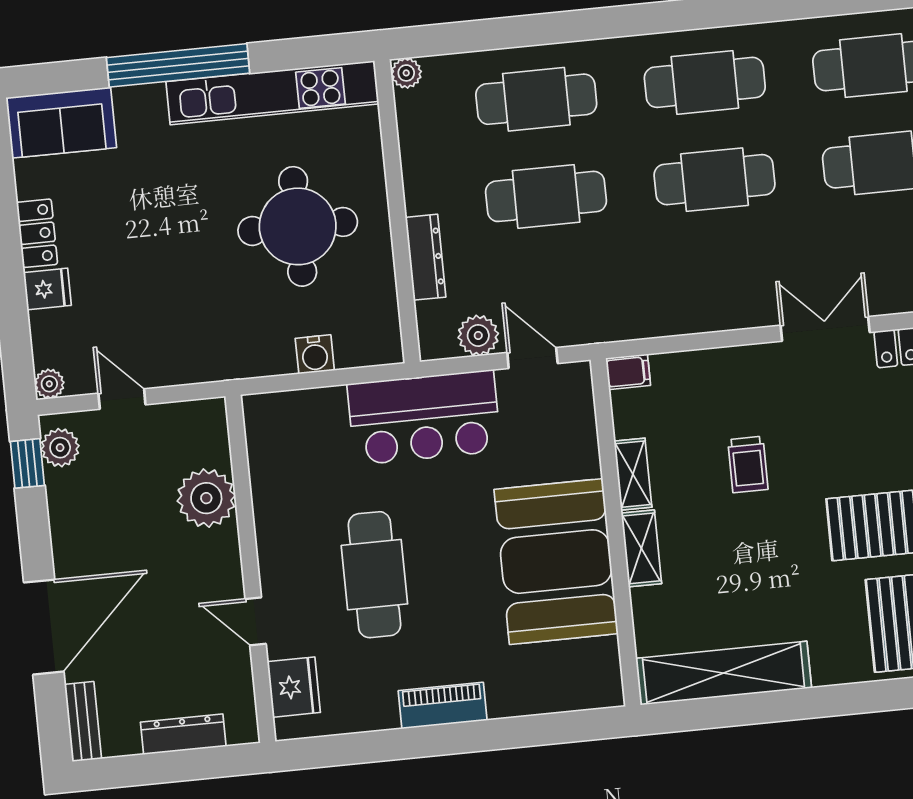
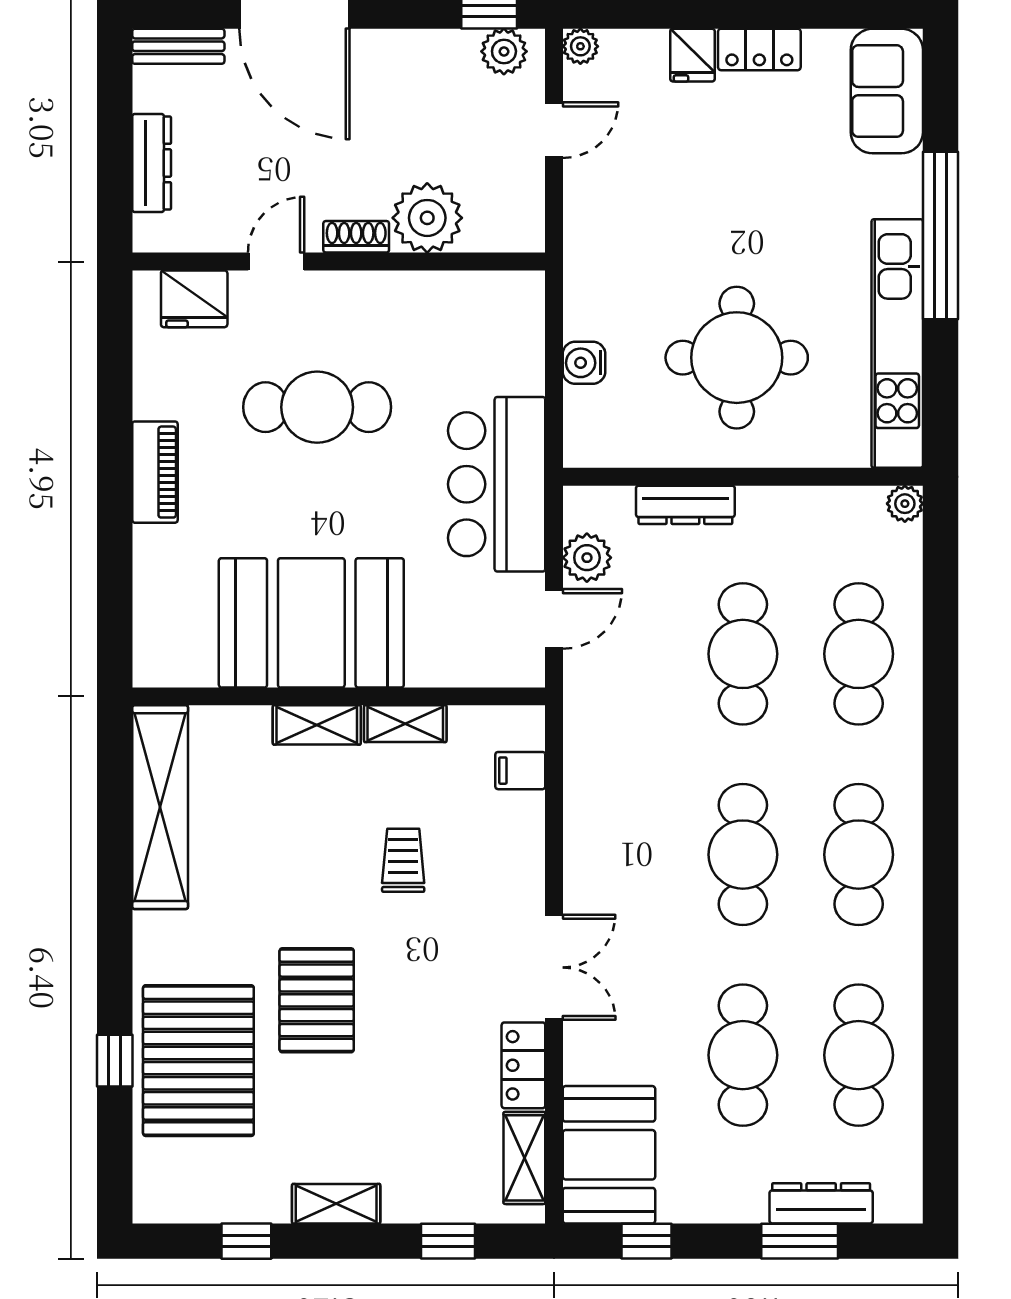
filing cabinet: (628, 372) -> (520, 771), moved, turned 90
trolley: (748, 464) -> (403, 860), turned 90
shoe rack: (228, 556) -> (356, 237), added

